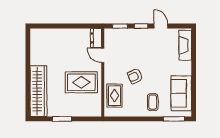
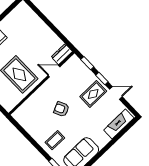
door: (161, 26) -> (116, 93), hinge flipped
door: (103, 55) -> (54, 71), hinge flipped
rug: (114, 96) -> (93, 94), moved

